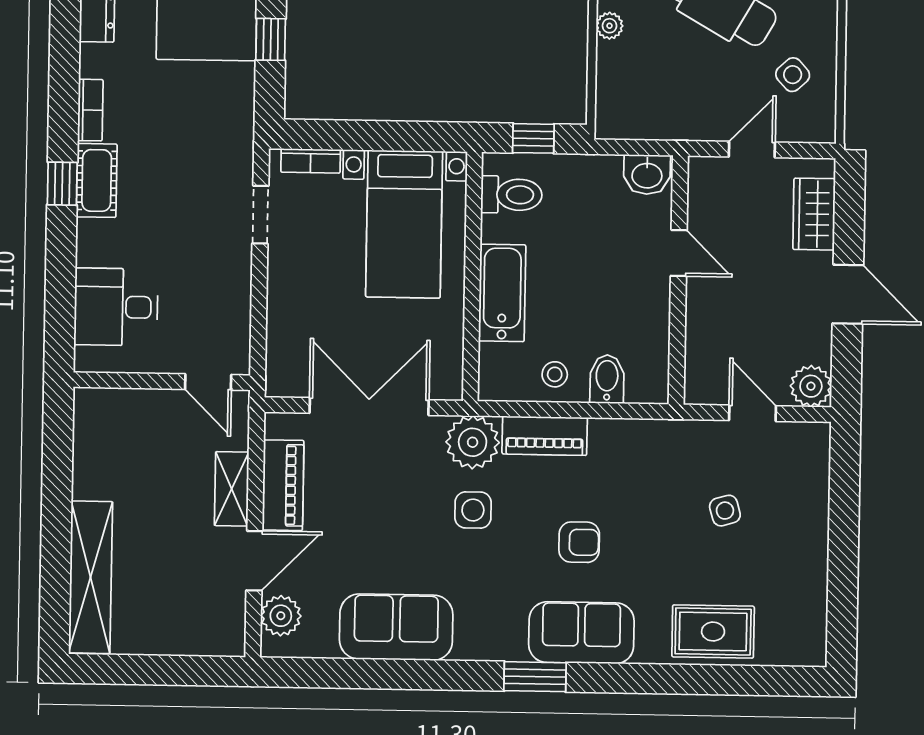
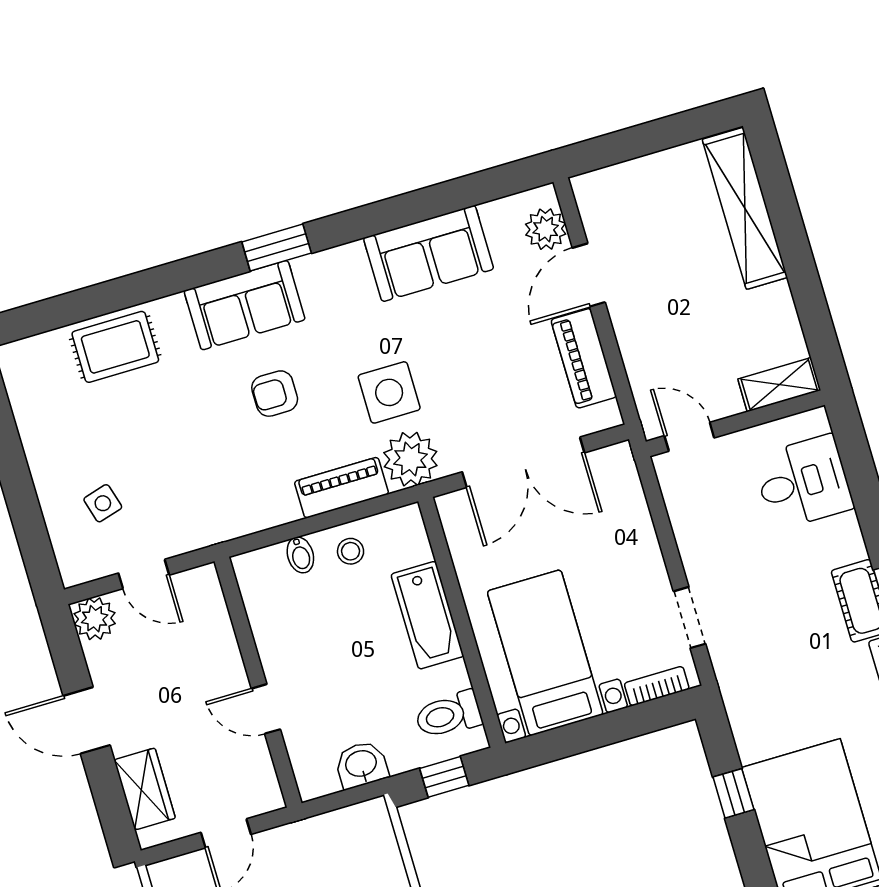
washbasin: (647, 175) -> (361, 765), moved
bidet: (607, 379) -> (300, 555), width x0.72, depth x0.74
shelving: (232, 489) -> (779, 385), moved, turned 90
side table: (473, 510) -> (389, 392), width x1.37, depth x1.37
side table: (725, 511) -> (103, 503), moved

